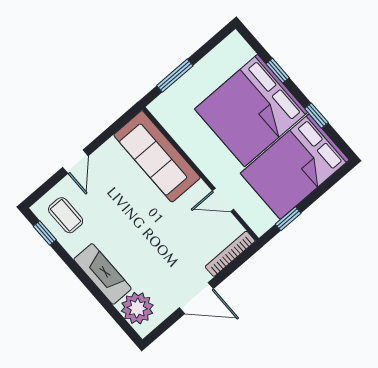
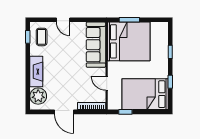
bed: (251, 111) -> (129, 41), moved, turned 180
door: (75, 162) -> (63, 20), hinge flipped

